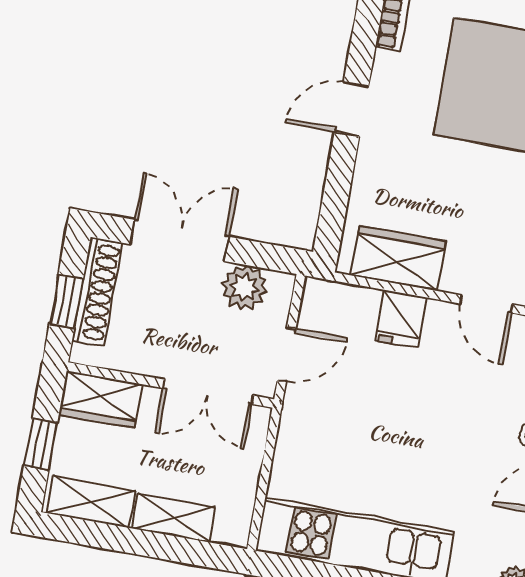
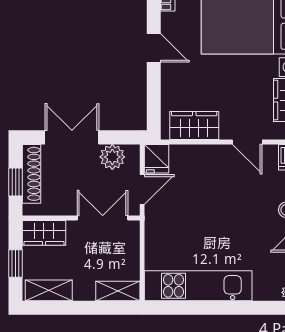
door: (352, 109) -> (154, 48), swing flipped
fridge: (401, 319) -> (157, 159), moved
double door: (208, 392) -> (103, 218), swing flipped
shelving: (174, 518) -> (118, 291), moved

